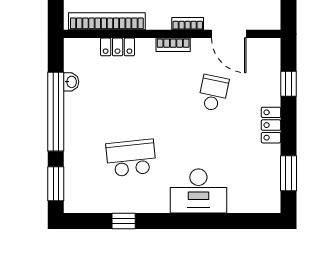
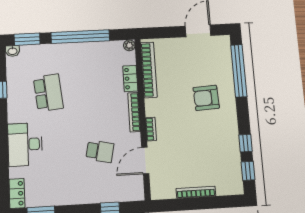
bookcase: (173, 45) -> (134, 112), width x1.56
plant: (71, 46) -> (129, 45), added
washbasin: (71, 82) -> (13, 51), moved
locker: (271, 125) -> (17, 193), moved, turned 90

